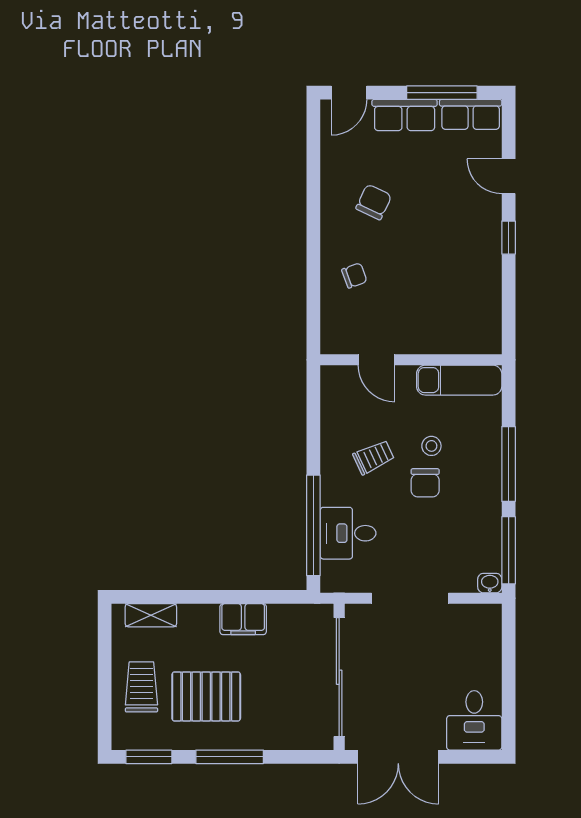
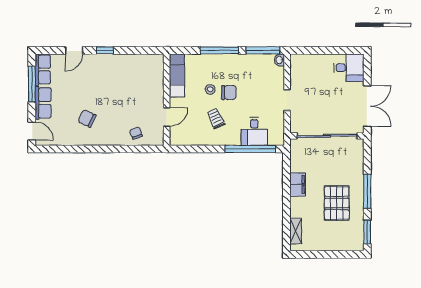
chair: (354, 276) -> (136, 133), moved
doorway: (410, 598) -> (287, 100), width x0.53
trolley: (141, 687) -> (332, 236), removed

